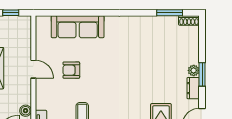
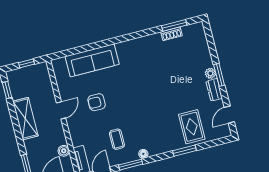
shoe rack: (189, 21) -> (171, 34), moved
door: (33, 69) -> (61, 110), hinge flipped

